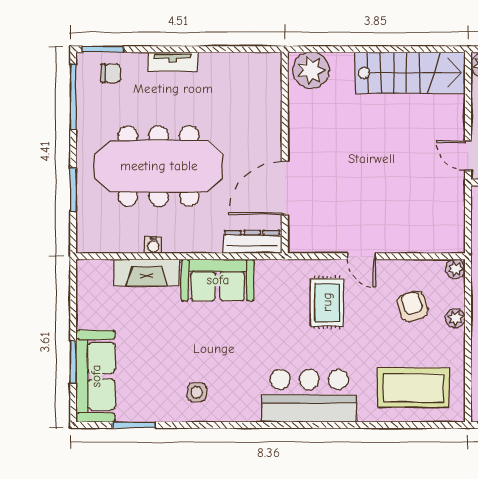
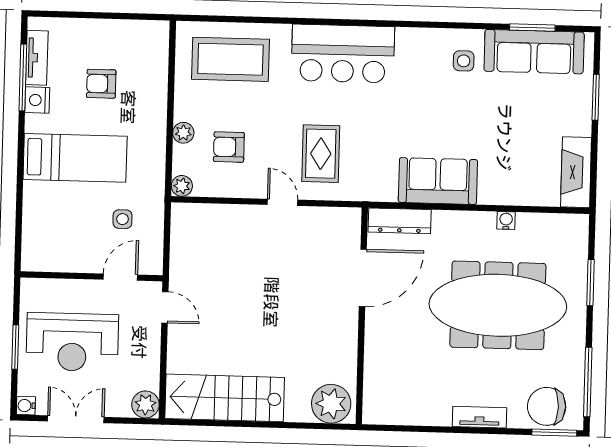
chair: (111, 73) -> (547, 406), width x1.87, depth x1.87
fireplace: (147, 272) -> (576, 172), moved, turned -90
armchair: (413, 306) -> (229, 147), turned 106
sofa: (96, 376) -> (534, 52), moved, turned -90

